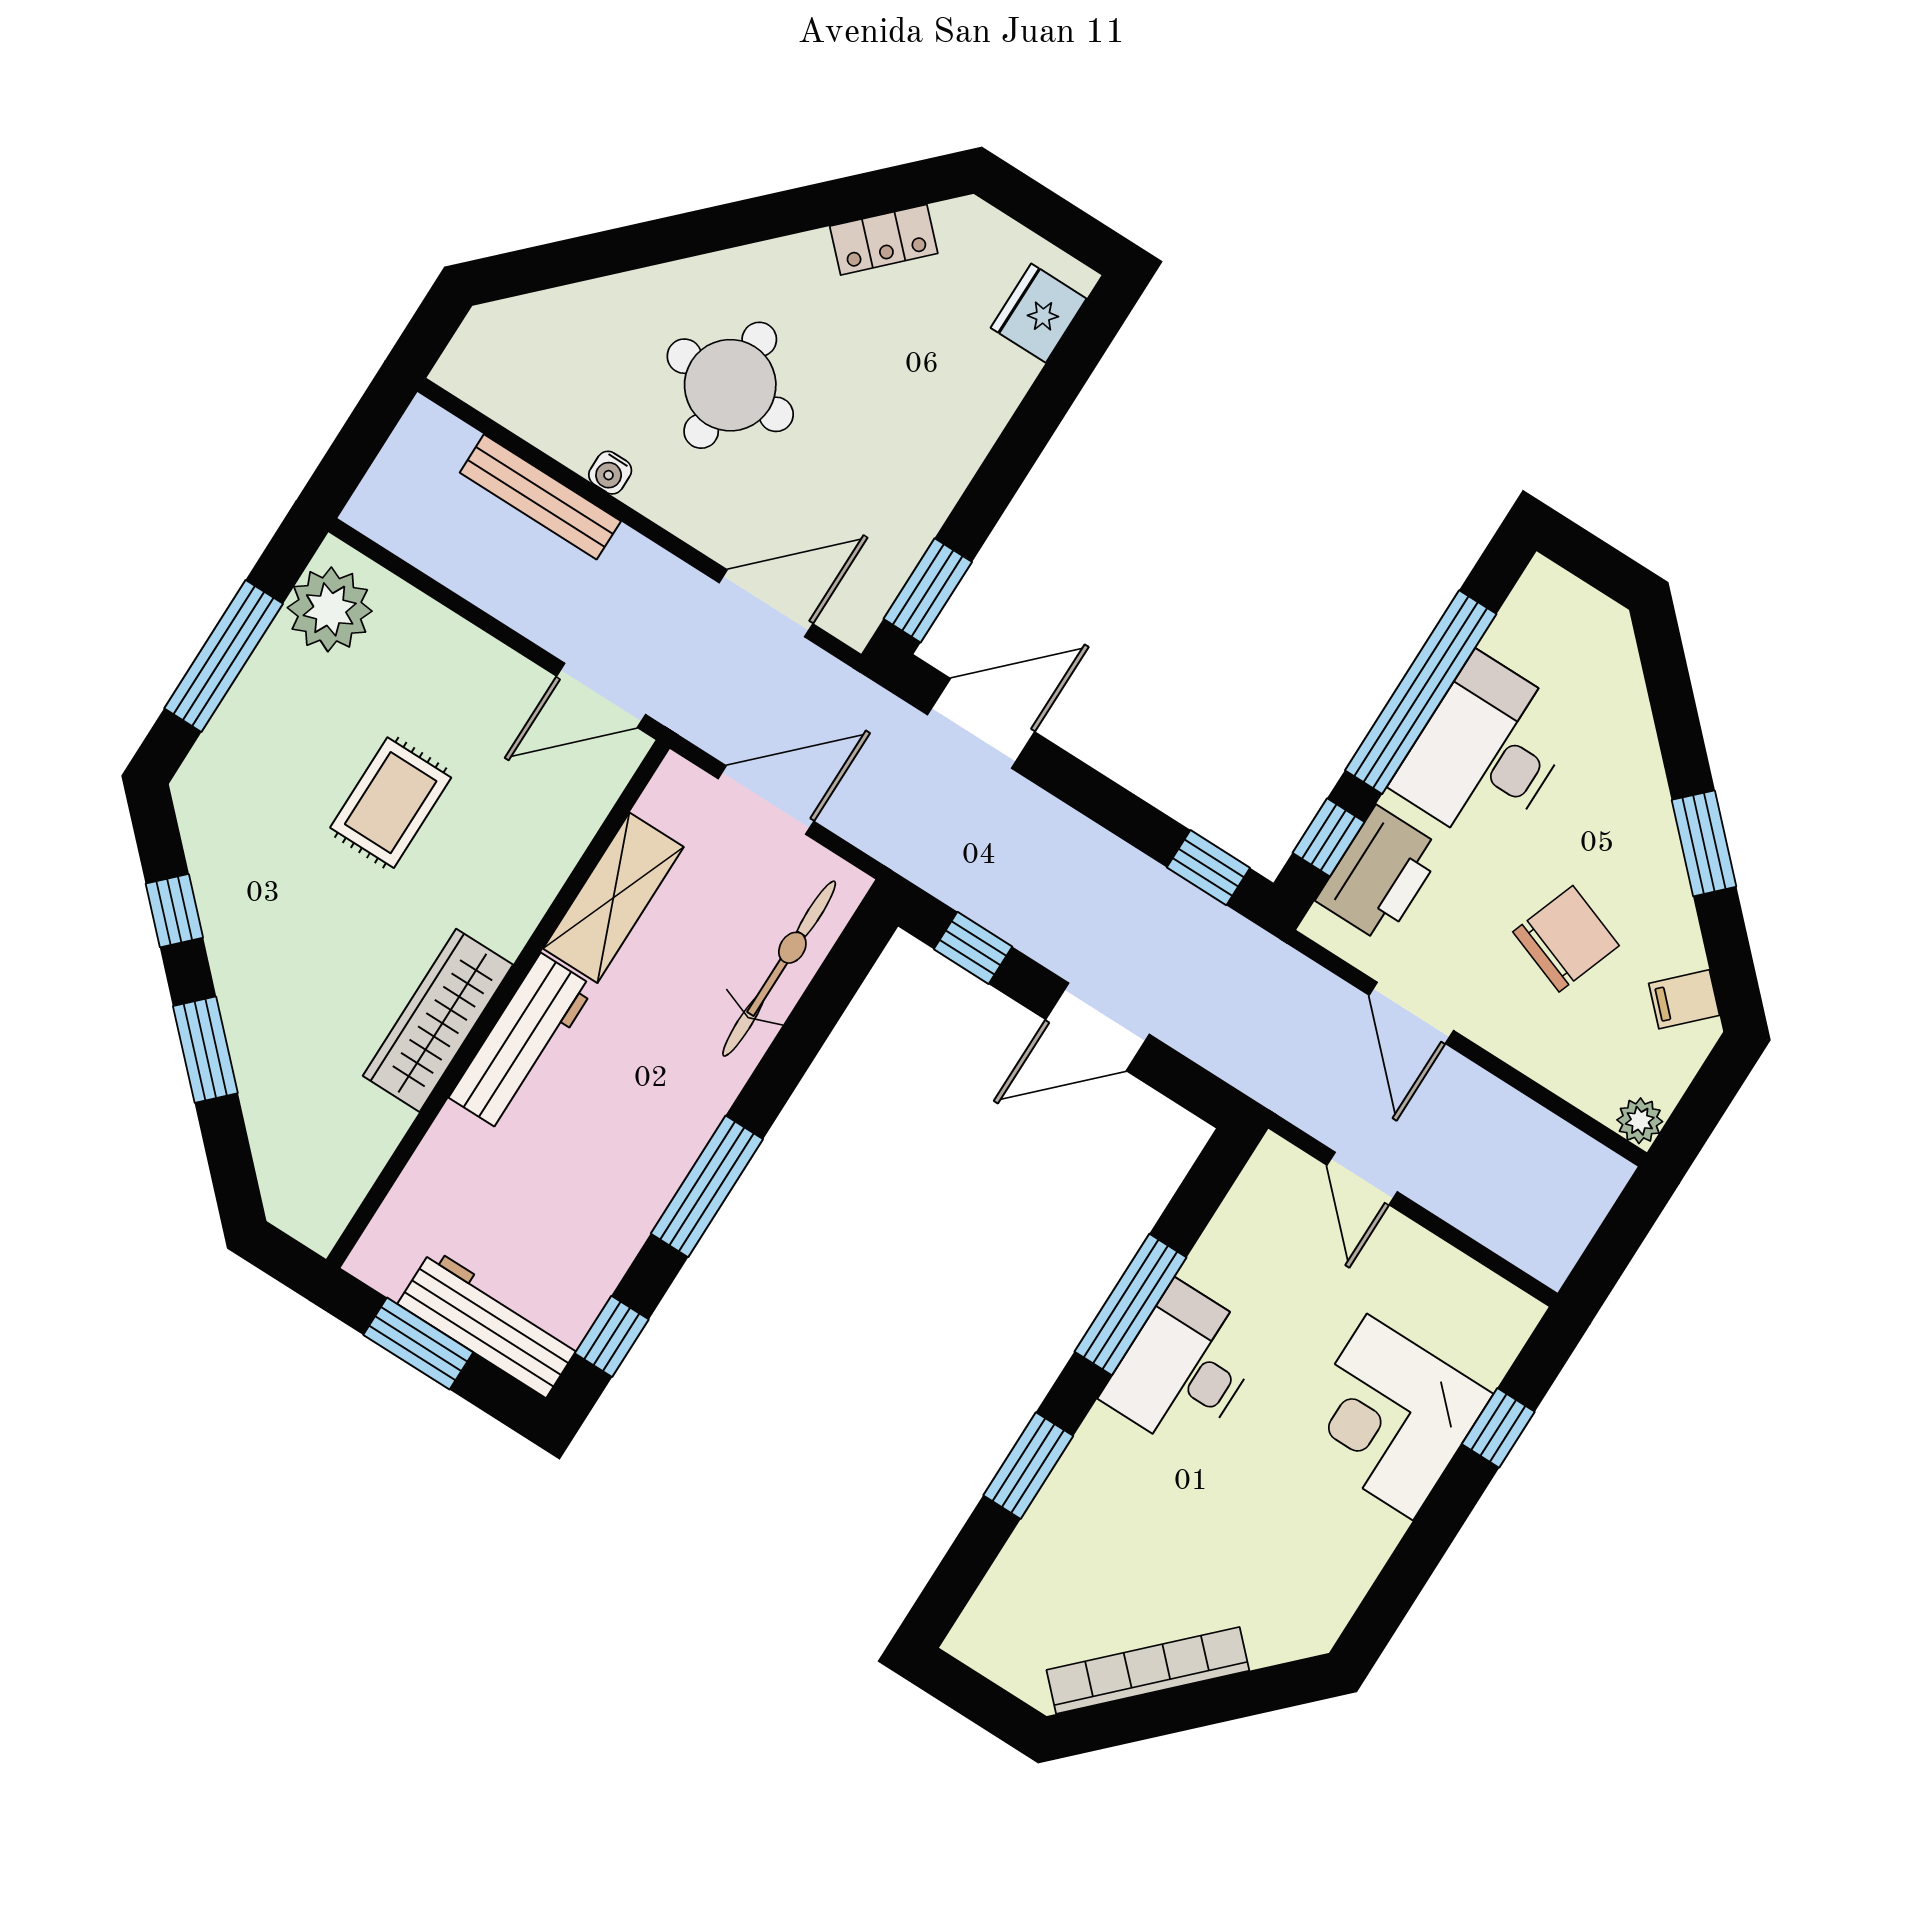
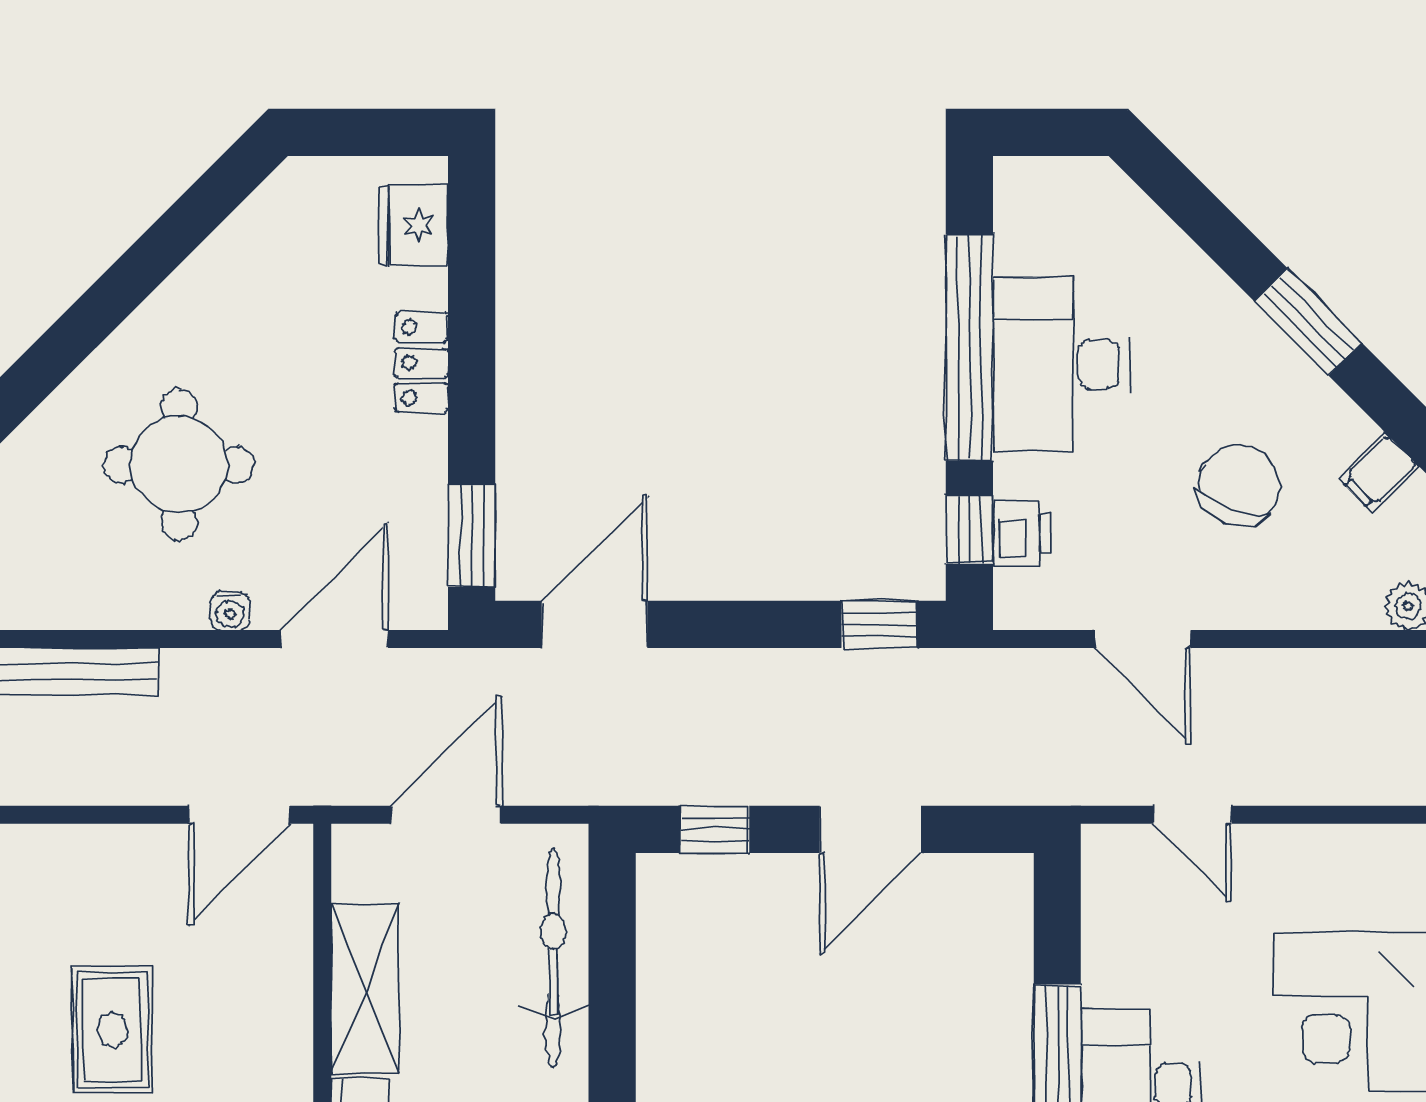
locker: (884, 240) -> (422, 363), moved, turned 135
water cooler: (610, 473) -> (230, 611), moved
printer: (1380, 874) -> (1022, 533), width x0.53, depth x0.68

